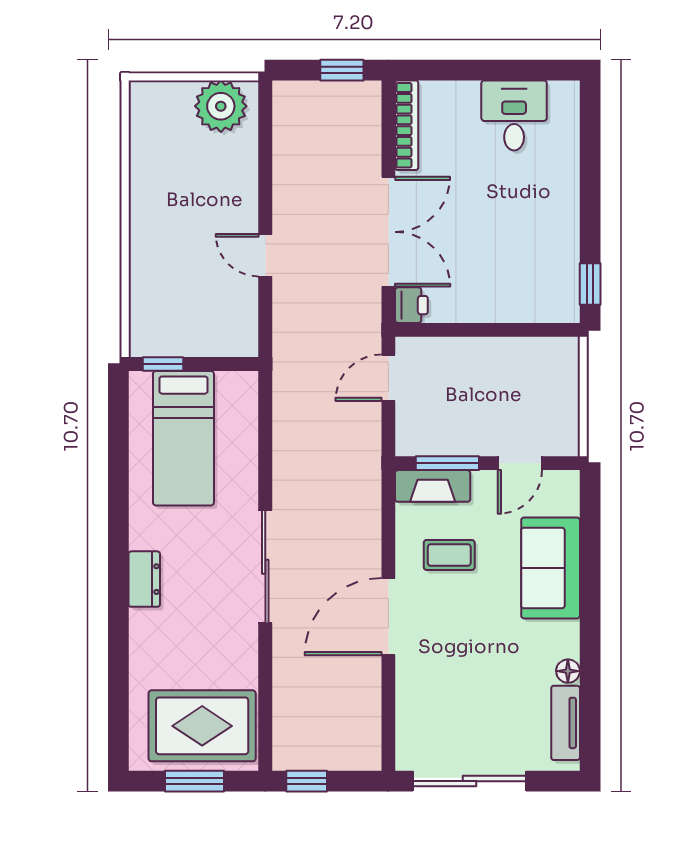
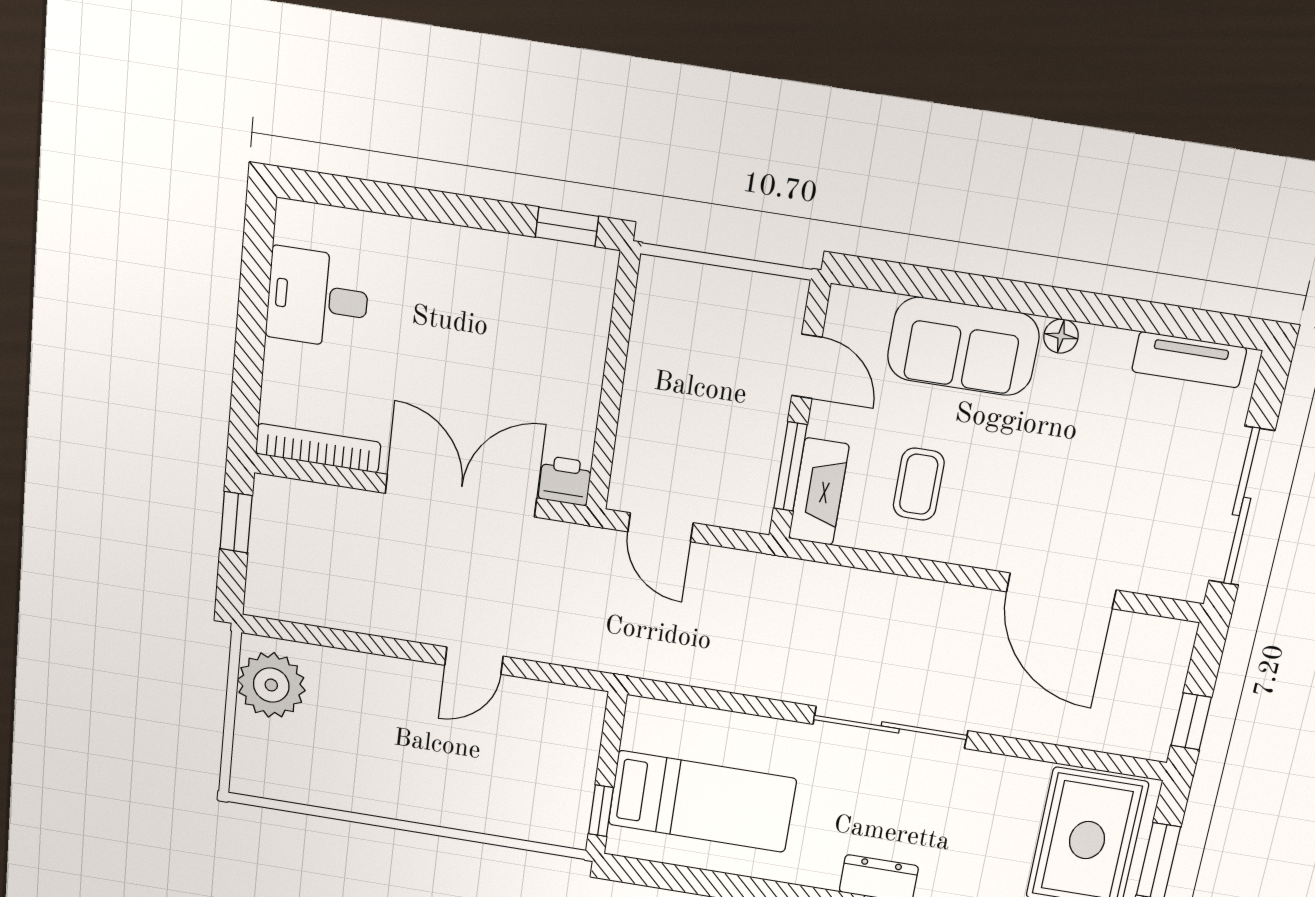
door: (388, 617) -> (1061, 591), moved
floor lamp: (568, 671) -> (1061, 336), moved

